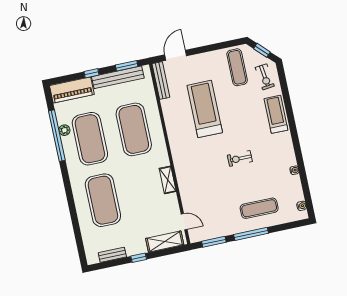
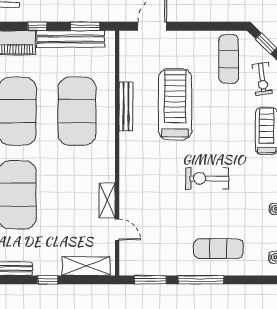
bench: (161, 80) -> (126, 106), moved
exercise bike: (240, 158) -> (207, 178), width x1.38, depth x1.39
shelving: (168, 180) -> (107, 200), moved
door: (184, 222) -> (117, 230), moved

